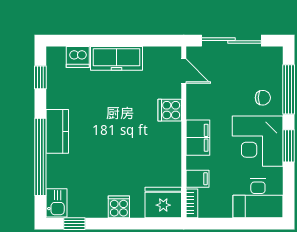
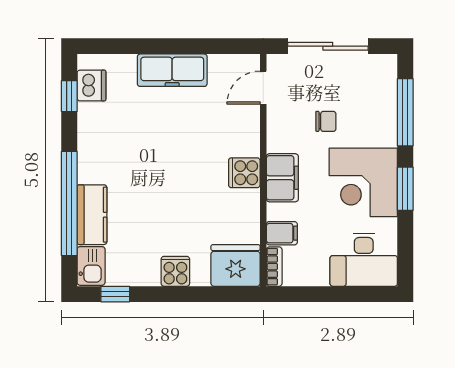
dishwasher: (78, 57) -> (91, 86), moved, turned -90
door: (184, 71) -> (263, 88), swing flipped
chair: (263, 98) -> (326, 121), moved
cooker: (170, 110) -> (244, 173), moved
kitchen counter: (57, 131) -> (92, 215), moved

